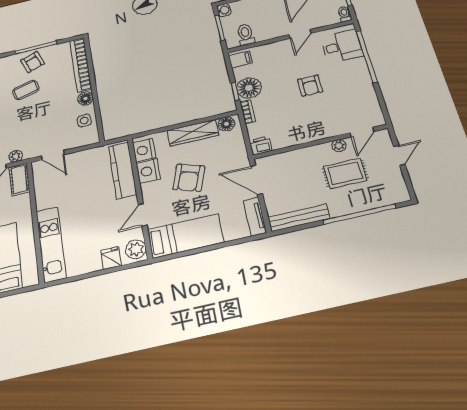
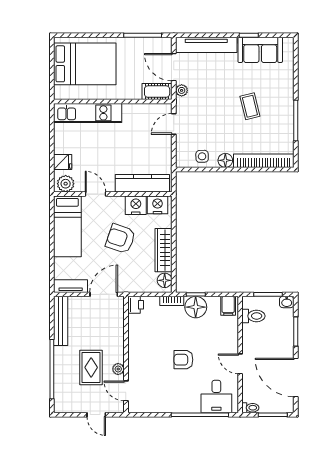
armchair: (33, 62) -> (280, 116), removed

